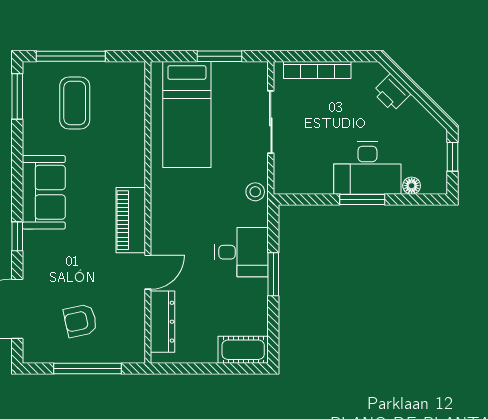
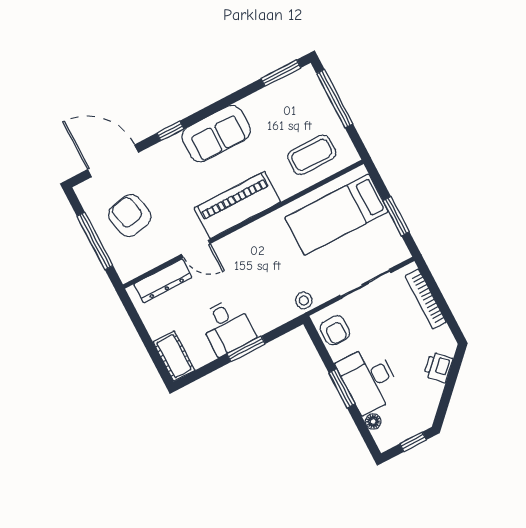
coffee table: (75, 103) -> (312, 155), moved
armchair: (301, 176) -> (335, 330), added
piano: (131, 220) -> (237, 205), width x1.37, depth x1.33
desk: (241, 252) -> (227, 327), moved
armchair: (80, 321) -> (130, 216), width x1.38, depth x1.38

